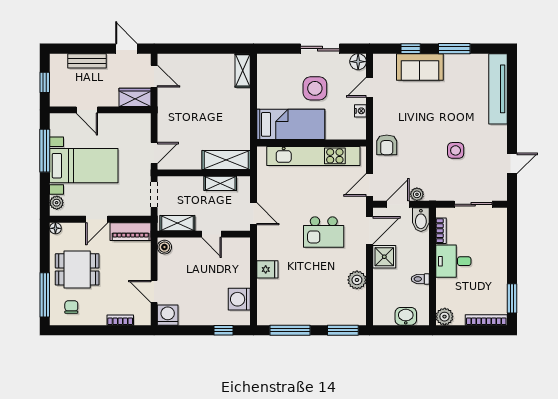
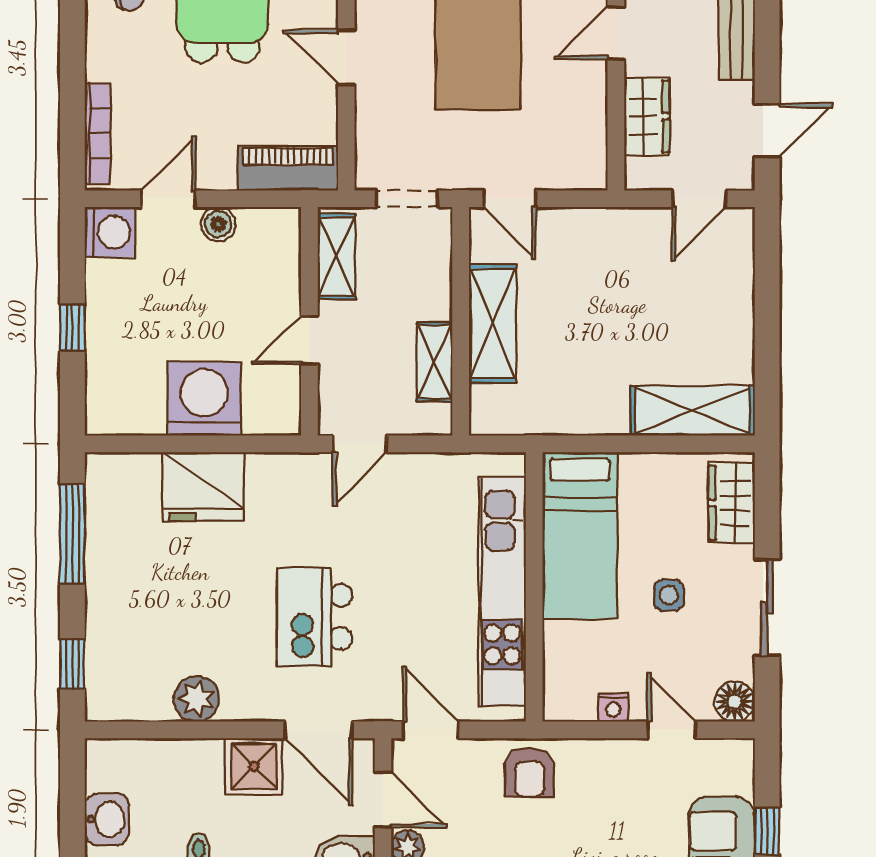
wardrobe: (277, 63) -> (732, 503), added
shelving: (243, 70) -> (692, 411), width x1.50, depth x1.33
side table: (315, 88) -> (669, 595), width x0.54, depth x0.54
wardrobe: (135, 97) -> (647, 116), moved
armchair: (387, 145) -> (530, 772), turned -90
shelving: (226, 160) -> (493, 324), moved
piano: (131, 232) -> (288, 168), moved, turned 90
boiler: (164, 247) -> (218, 224), moved
fridge: (267, 269) -> (203, 487), width x1.88, depth x1.34
washing machine: (239, 299) -> (204, 399), moved, width x1.37, depth x1.37
bookcase: (120, 320) -> (98, 133), width x1.56
window: (224, 330) -> (72, 328), moved
window: (343, 330) -> (72, 664), width x0.67

